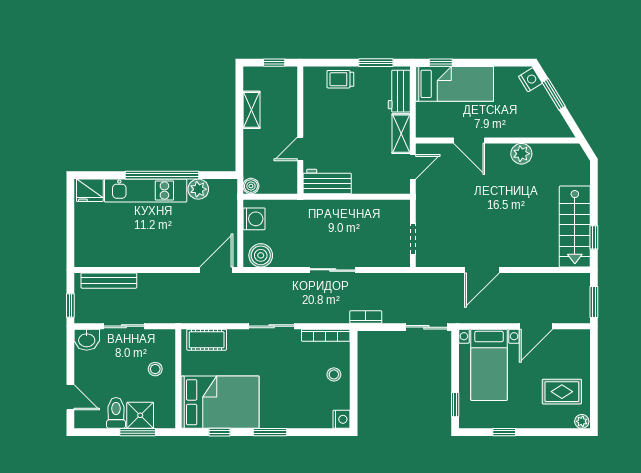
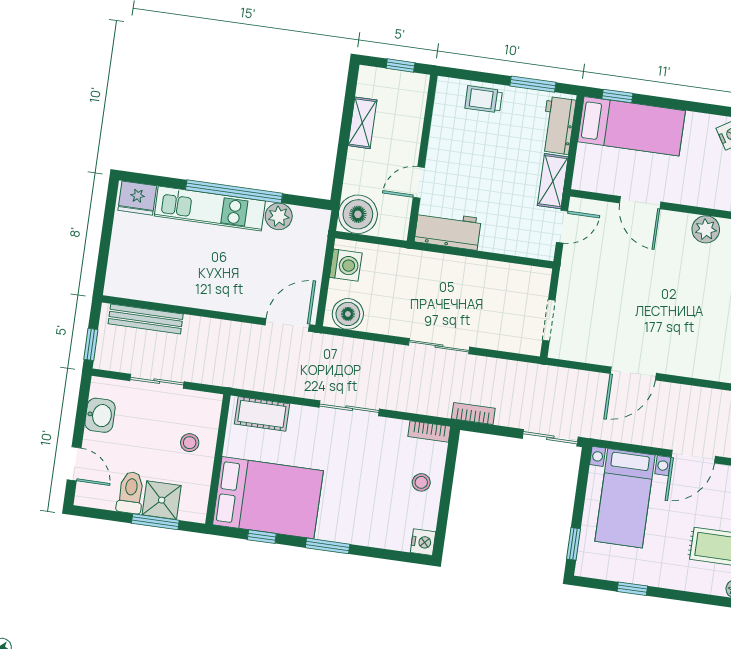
boiler: (251, 186) -> (358, 214), width x1.86, depth x1.86
bookcase: (326, 335) -> (429, 431), width x0.64
washbasin: (87, 340) -> (100, 415), moved, turned -90

